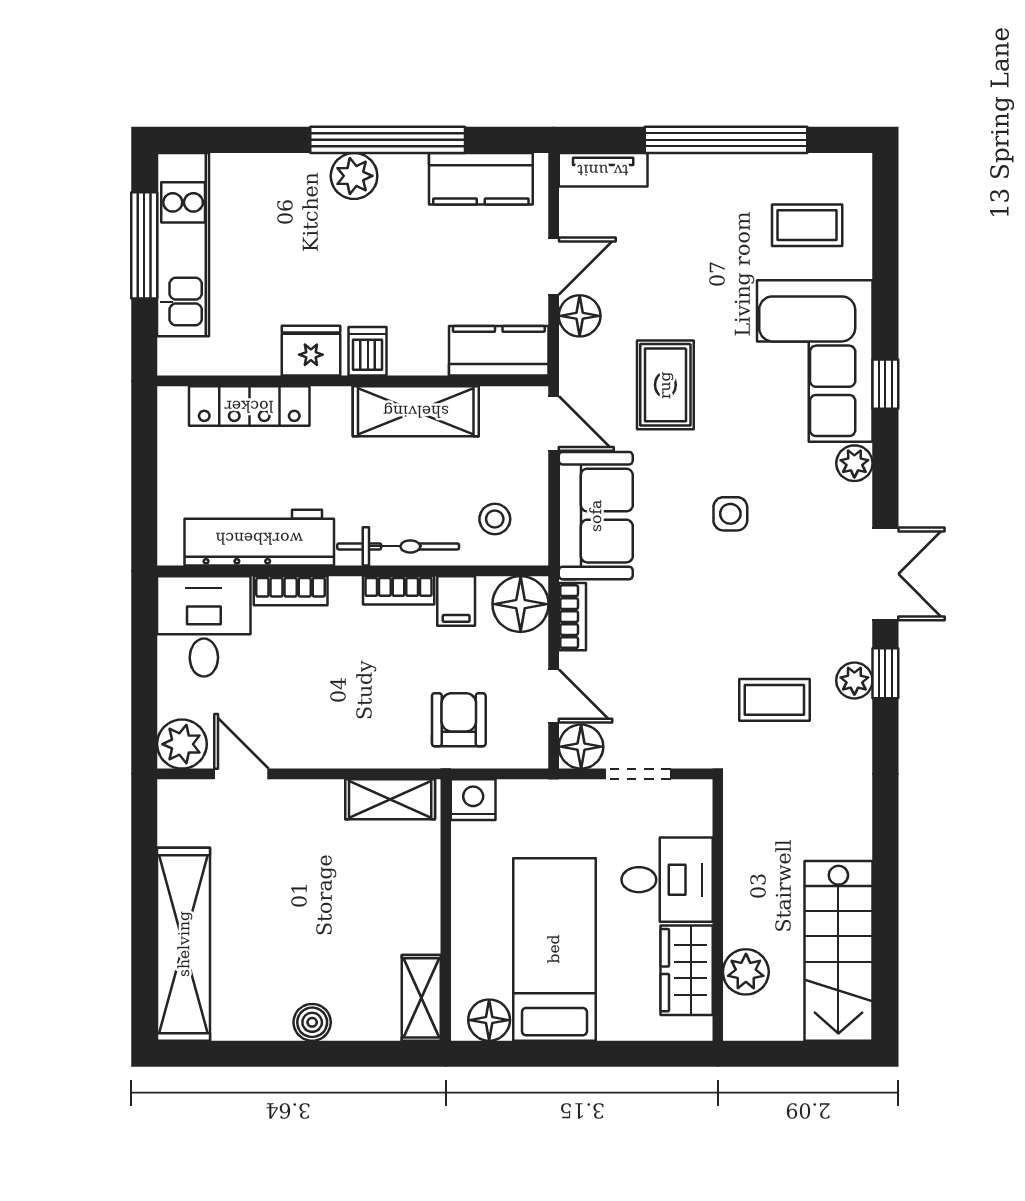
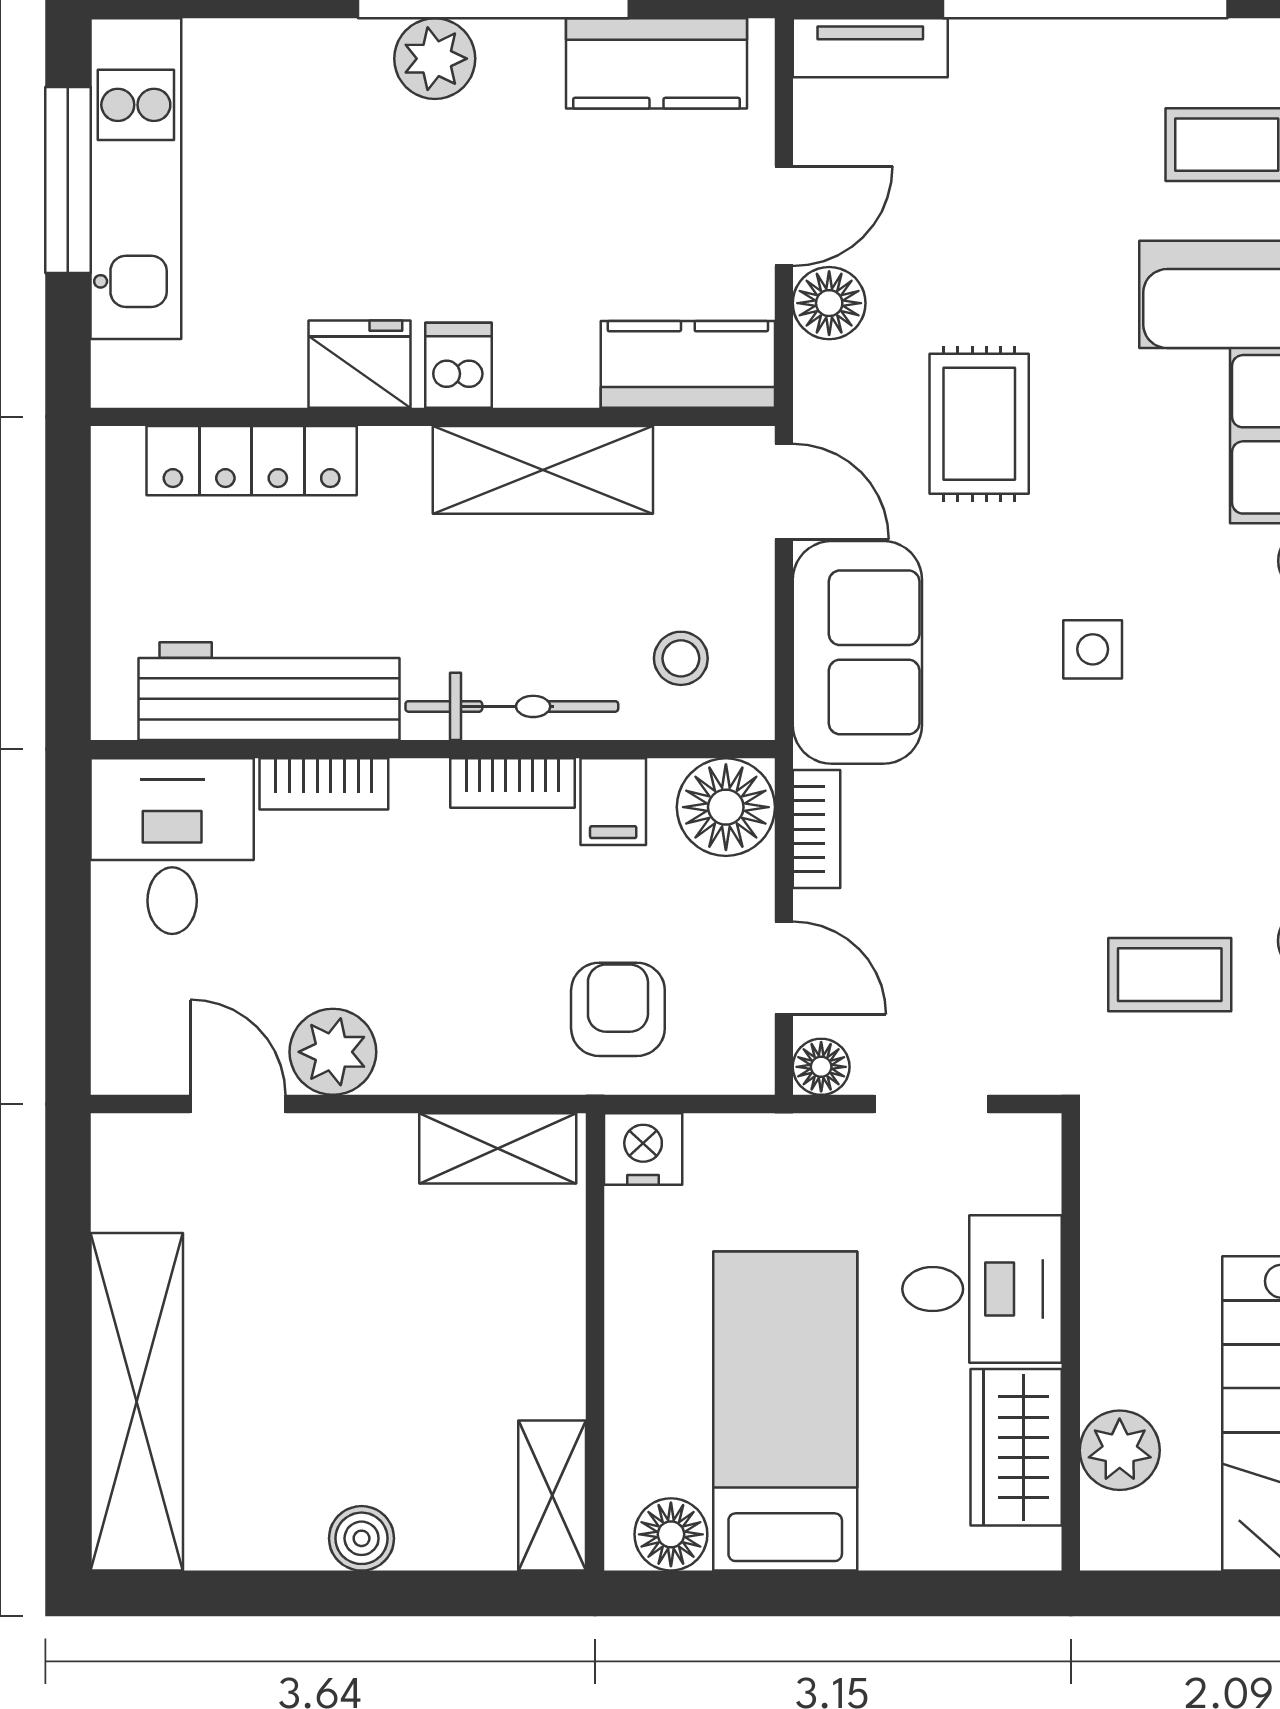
plant: (182, 744) -> (333, 1052), moved
floor lamp: (581, 747) -> (821, 1067), width x0.73, depth x0.73

